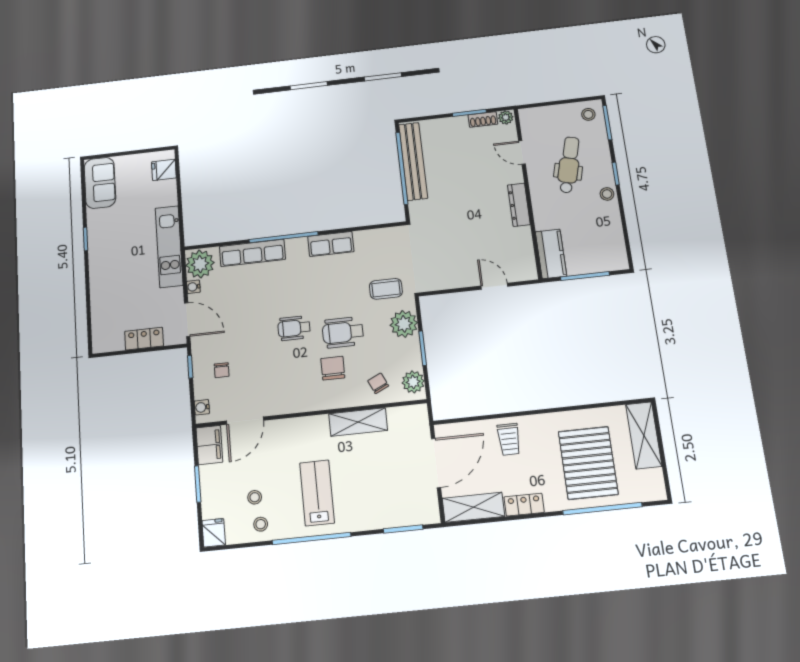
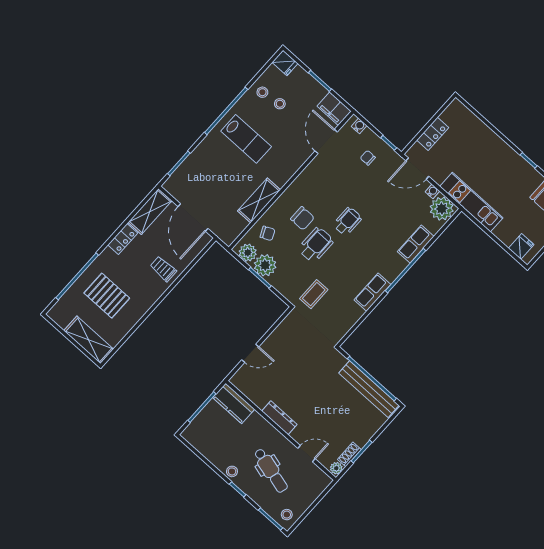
row of seats: (252, 253) -> (416, 244), width x0.68
plant: (404, 324) -> (265, 265), moved
pallet: (588, 463) -> (107, 296), width x0.73, depth x0.71

